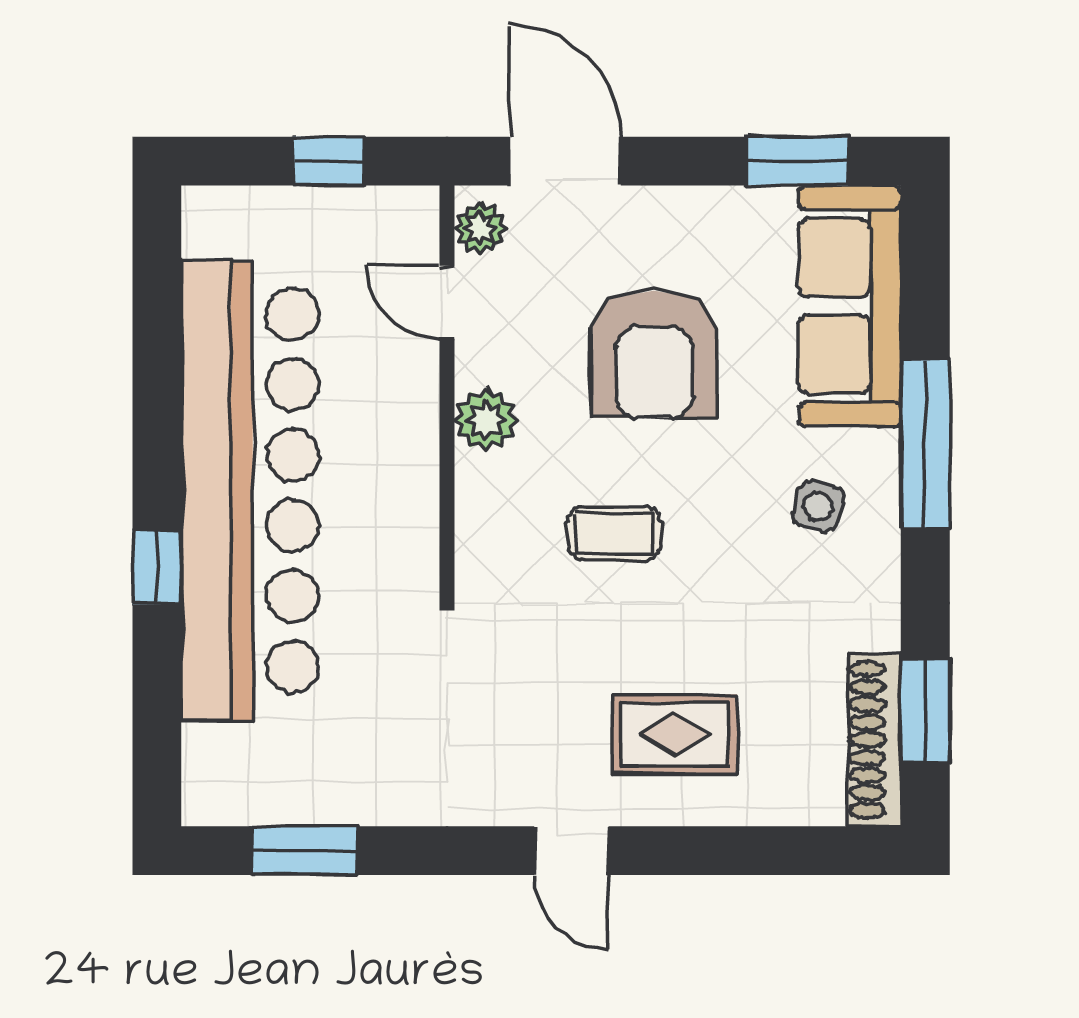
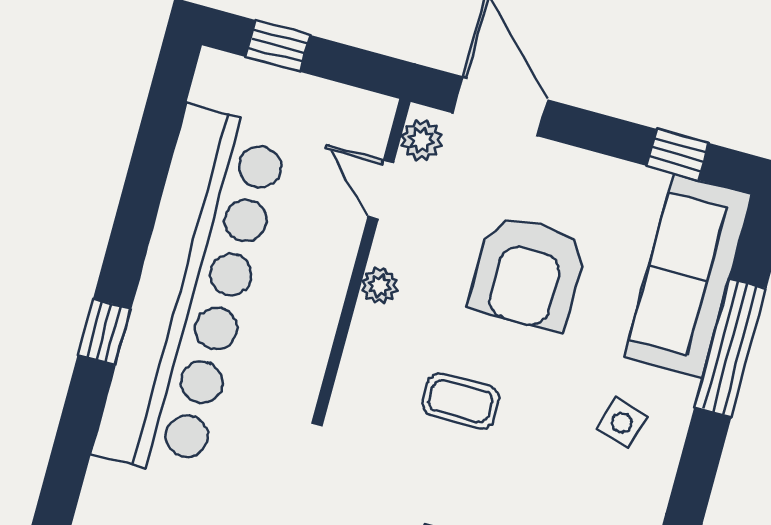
window: (329, 161) -> (278, 46), moved
window: (797, 161) -> (677, 154), width x0.67
plant: (486, 420) -> (380, 286), width x0.73, depth x0.73
window: (925, 444) -> (730, 348), moved

